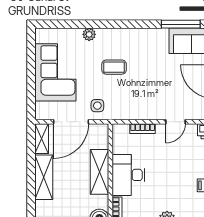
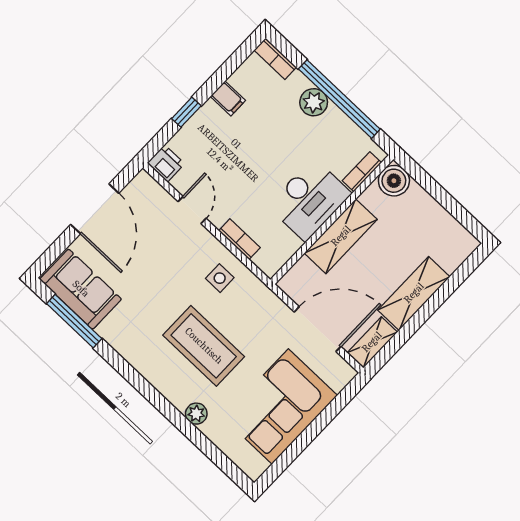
coffee table: (114, 67) -> (204, 346), width x1.86, depth x1.72
side table: (97, 106) -> (220, 278), moved
door: (175, 122) -> (192, 210), hinge flipped

